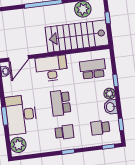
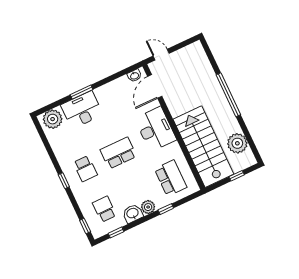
door: (19, 58) -> (155, 86), hinge flipped
desk: (21, 115) -> (82, 110), width x0.73, depth x0.77

